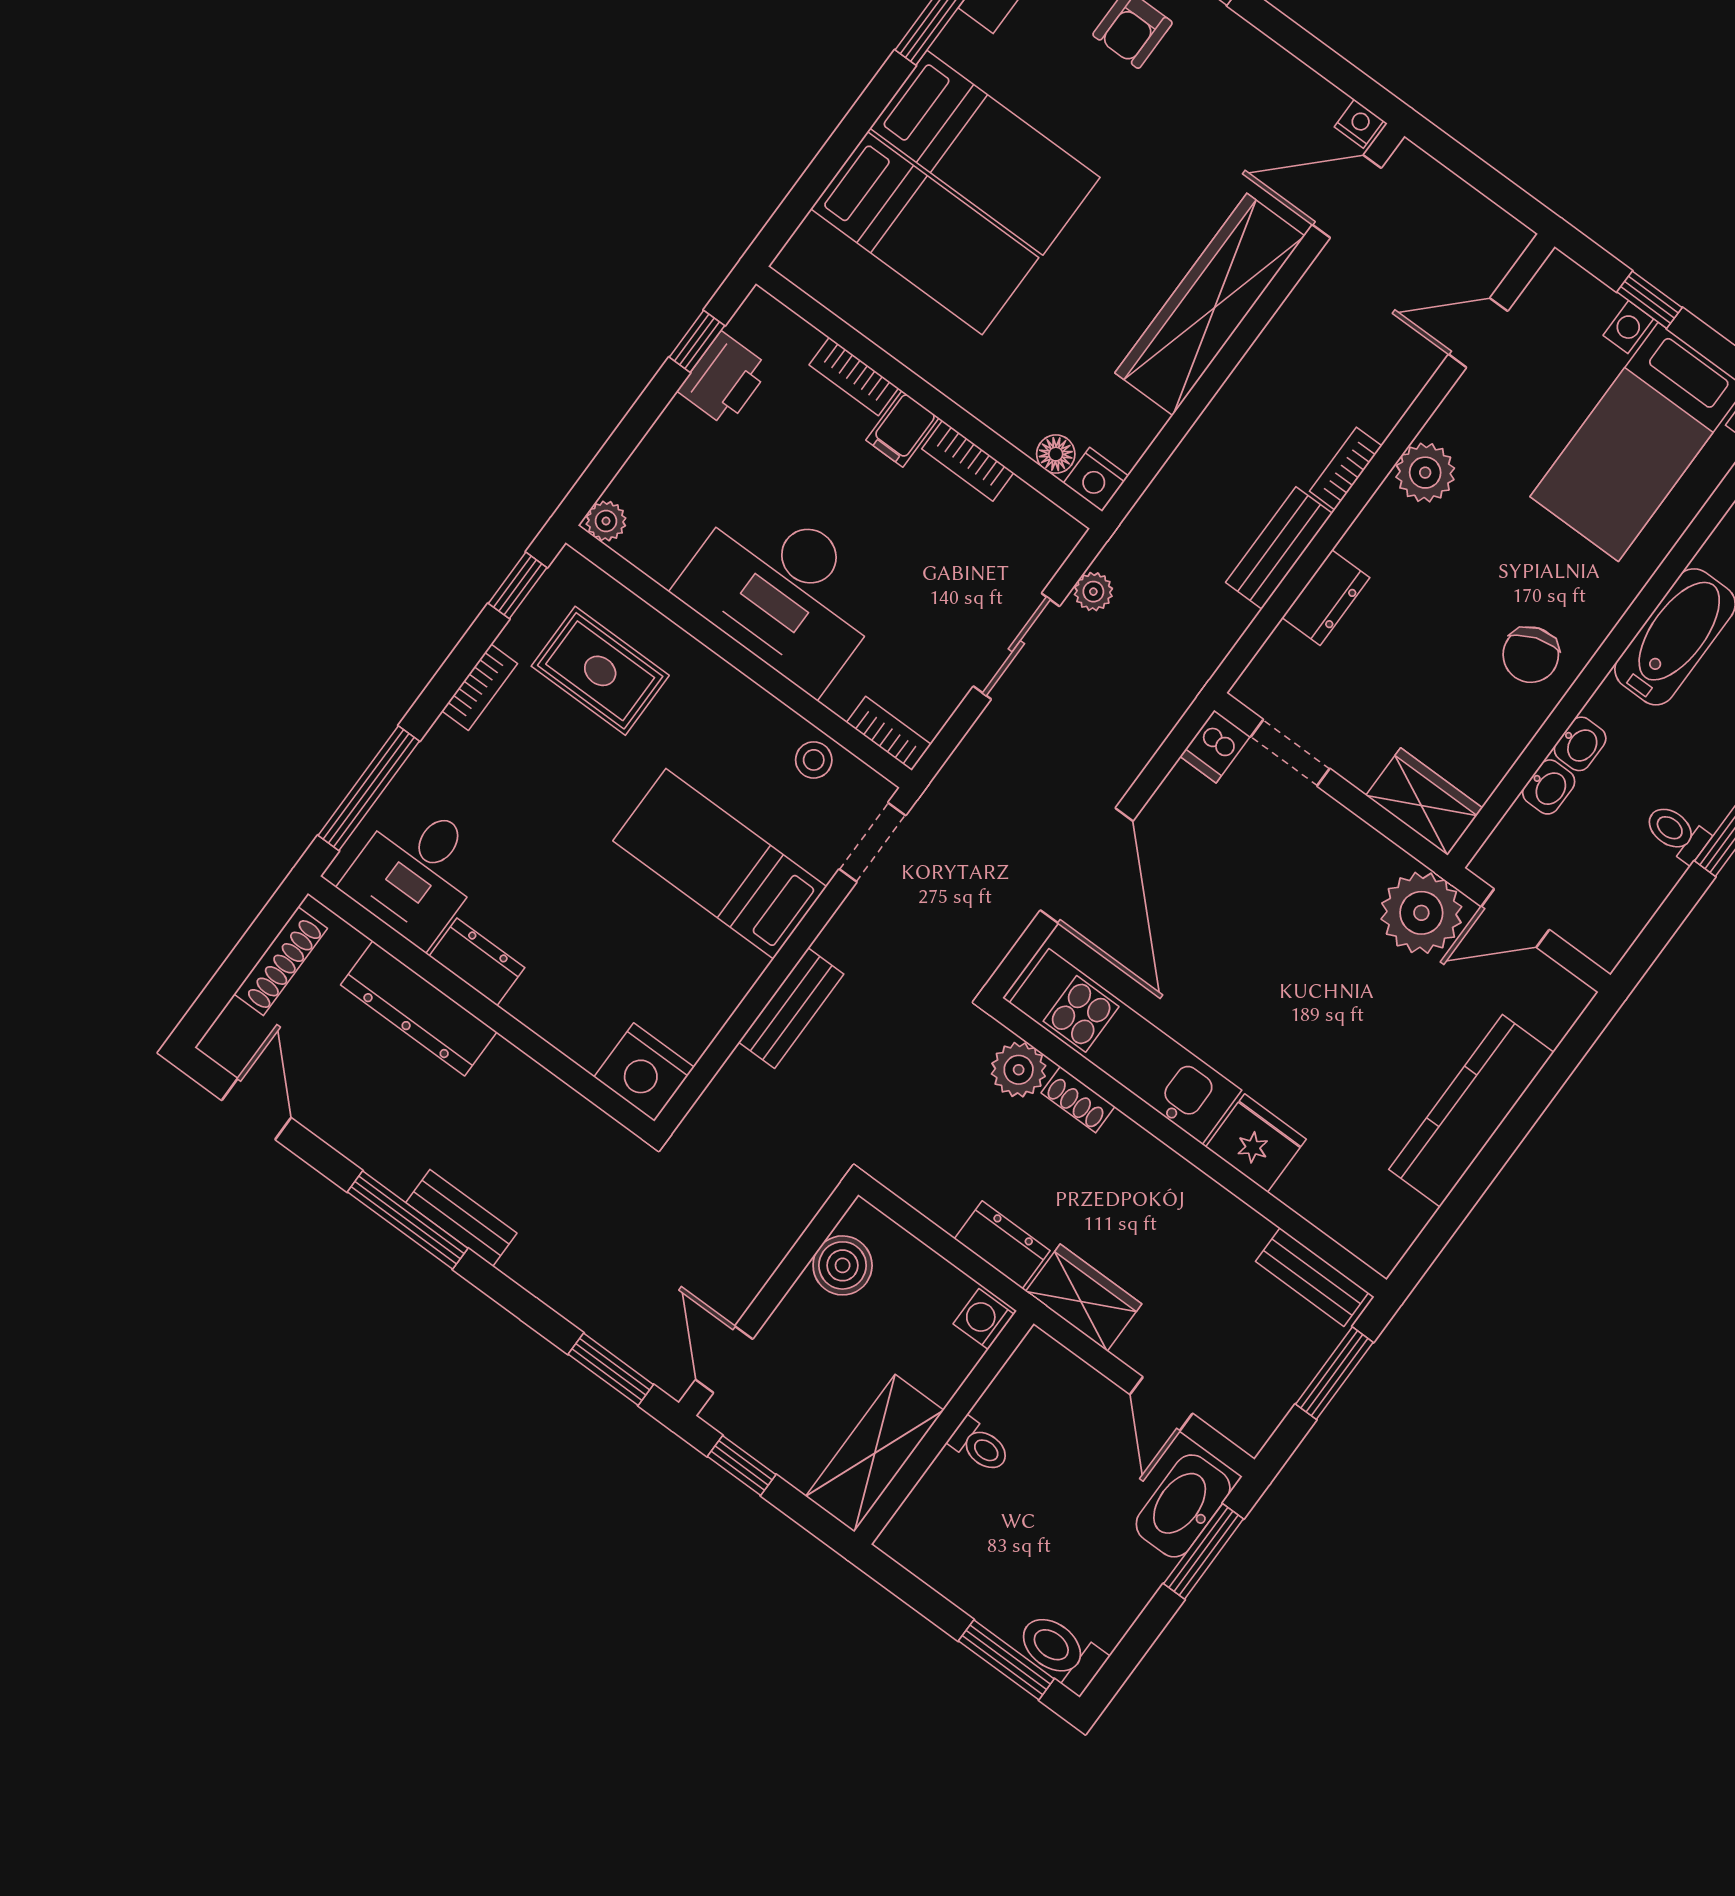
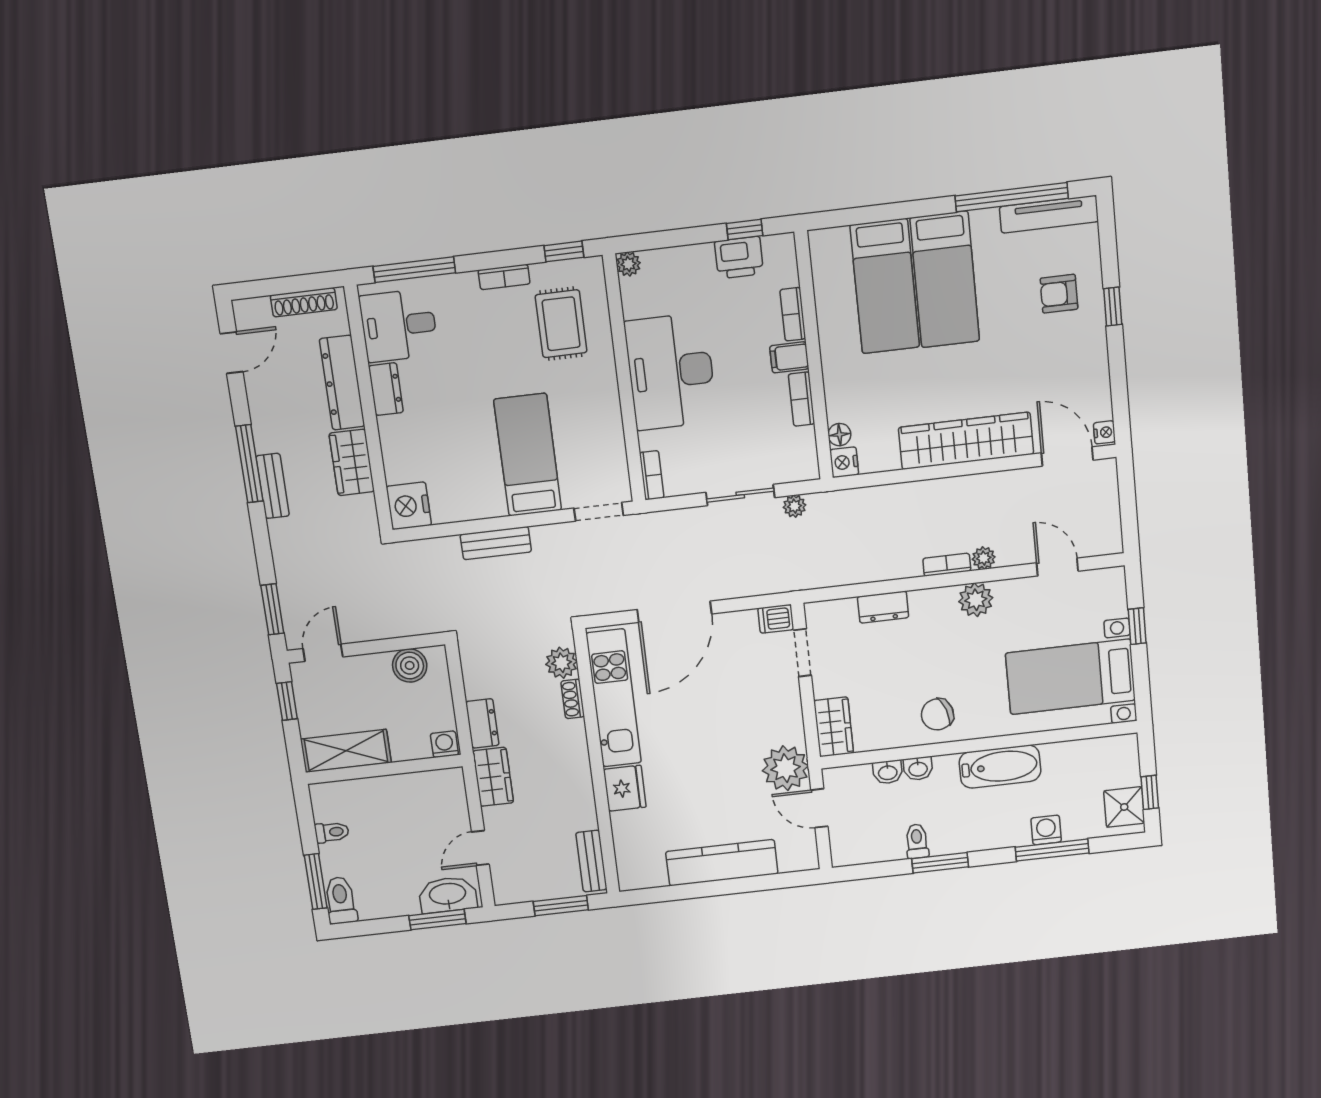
plant: (1380, 415) -> (984, 558), added
bench: (1279, 548) -> (886, 568), removed
stool: (814, 760) -> (610, 454), removed
wardrobe: (525, 1091) -> (352, 462), added
toilet: (980, 1446) -> (332, 832), moved, turned -90

